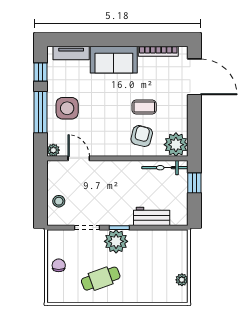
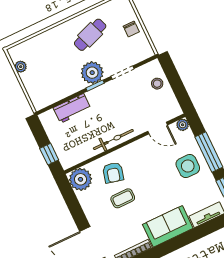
bicycle: (165, 168) -> (113, 139), moved

